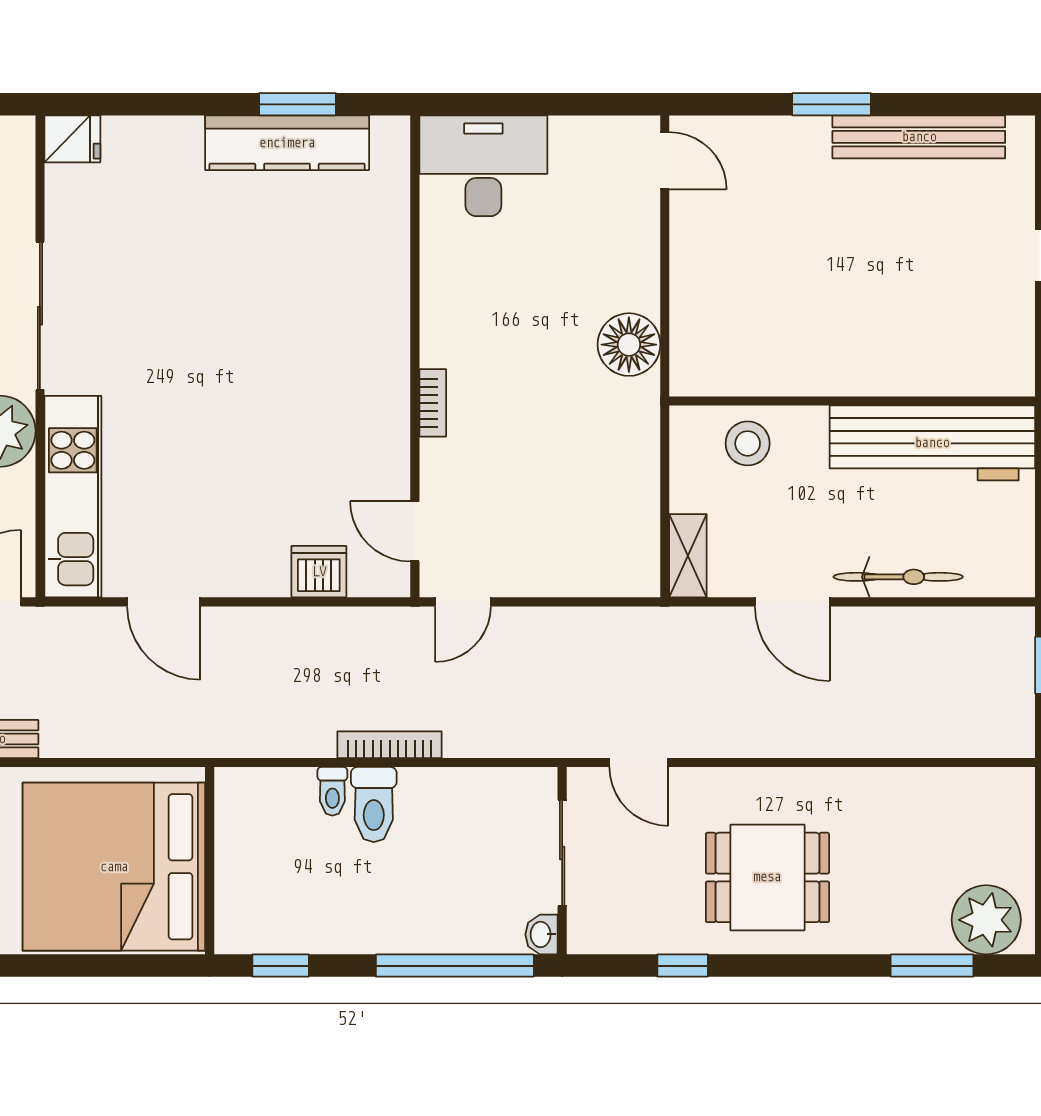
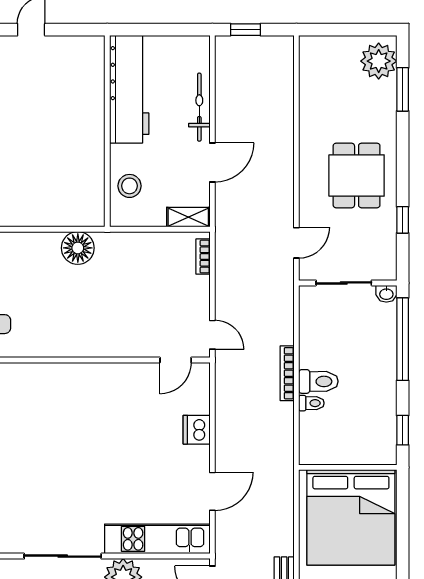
bookcase: (433, 403) -> (203, 257), moved, turned -90
dishwasher: (319, 572) -> (197, 430), moved

